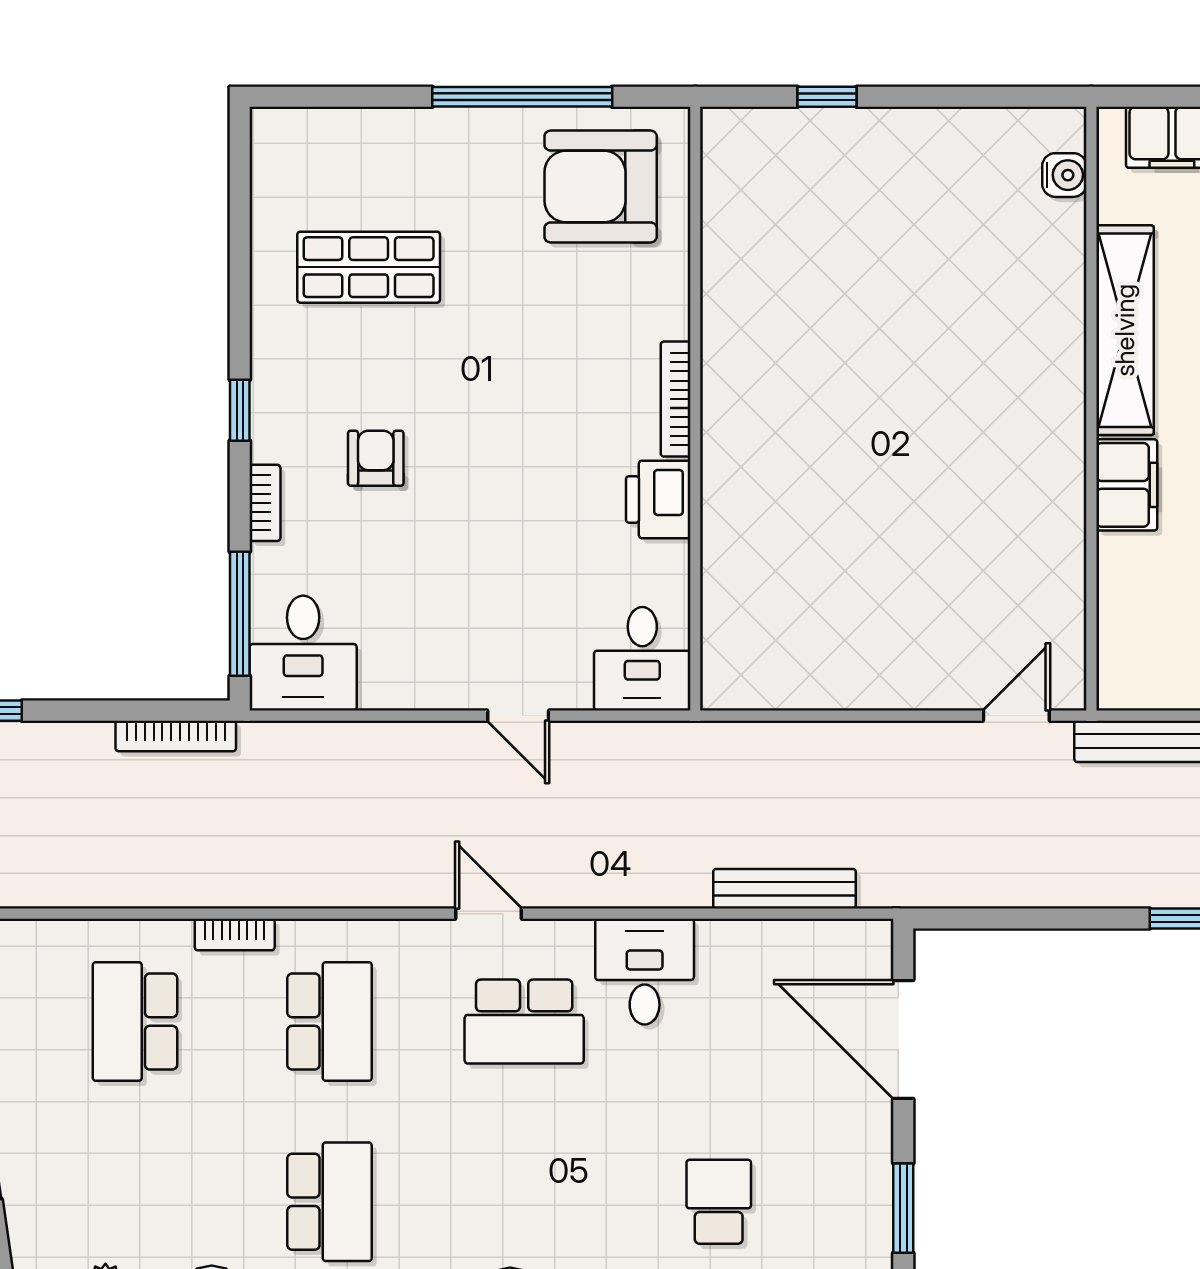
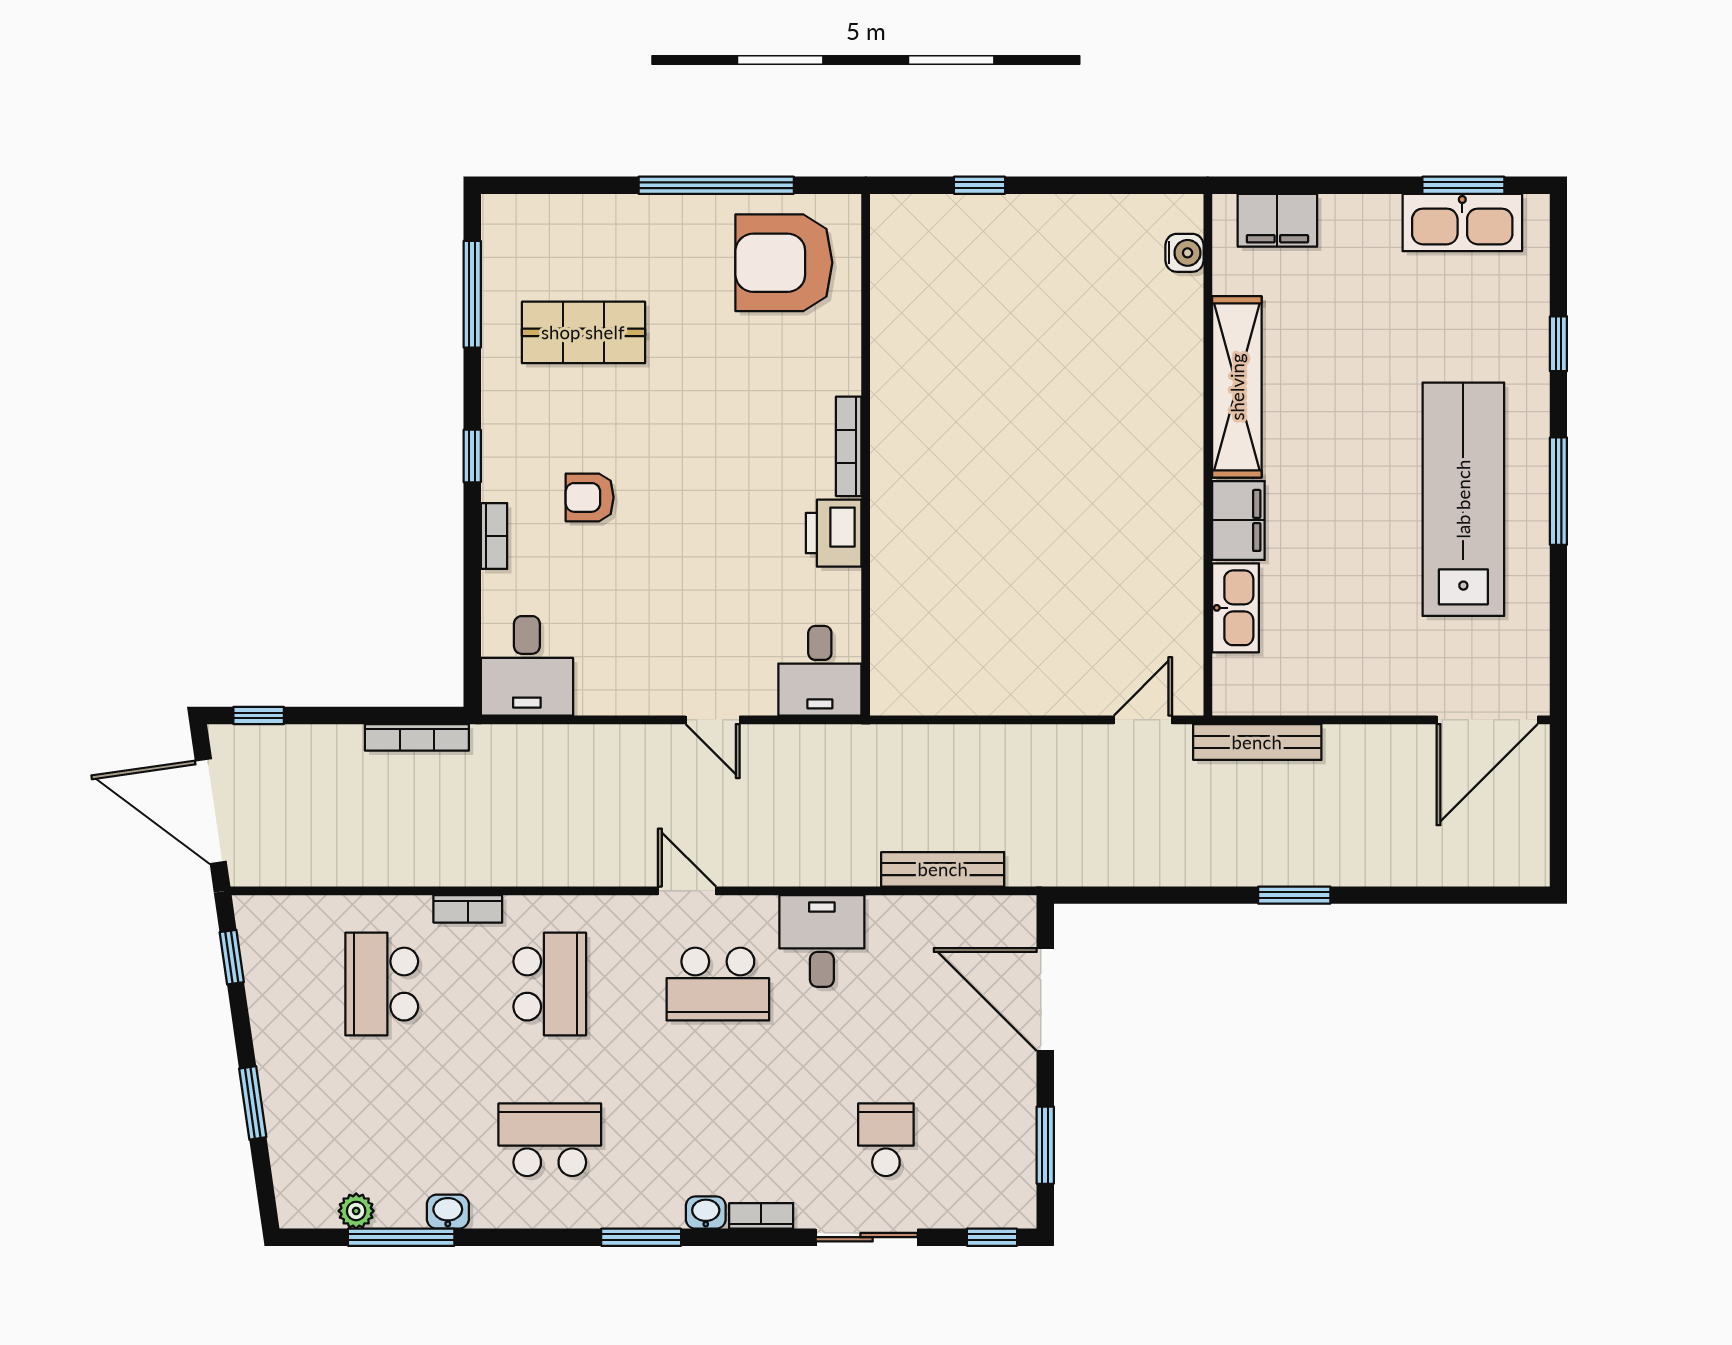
armchair: (376, 458) -> (590, 497), turned -90
kitchen sink: (1123, 586) -> (1236, 608), added
window: (240, 614) -> (472, 294), moved
school desk: (330, 1202) -> (550, 1140), turned -90

